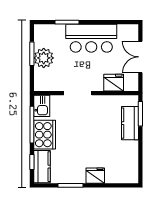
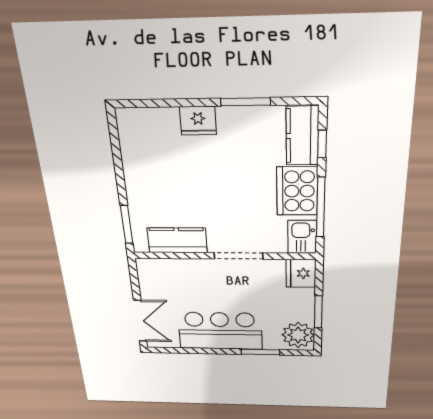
double door: (140, 57) -> (140, 321), moved
plant: (44, 58) -> (298, 335), moved
fridge: (114, 83) -> (301, 273), moved, turned 90
kitchen counter: (130, 123) -> (177, 240), moved, turned -90

